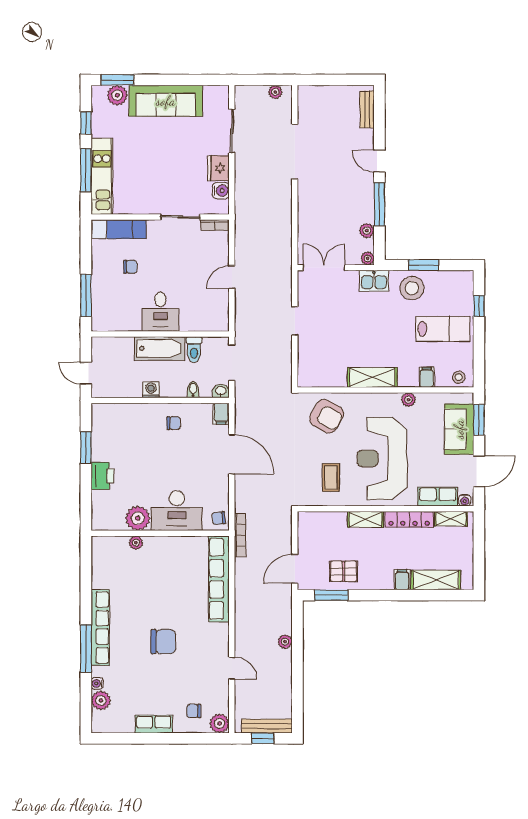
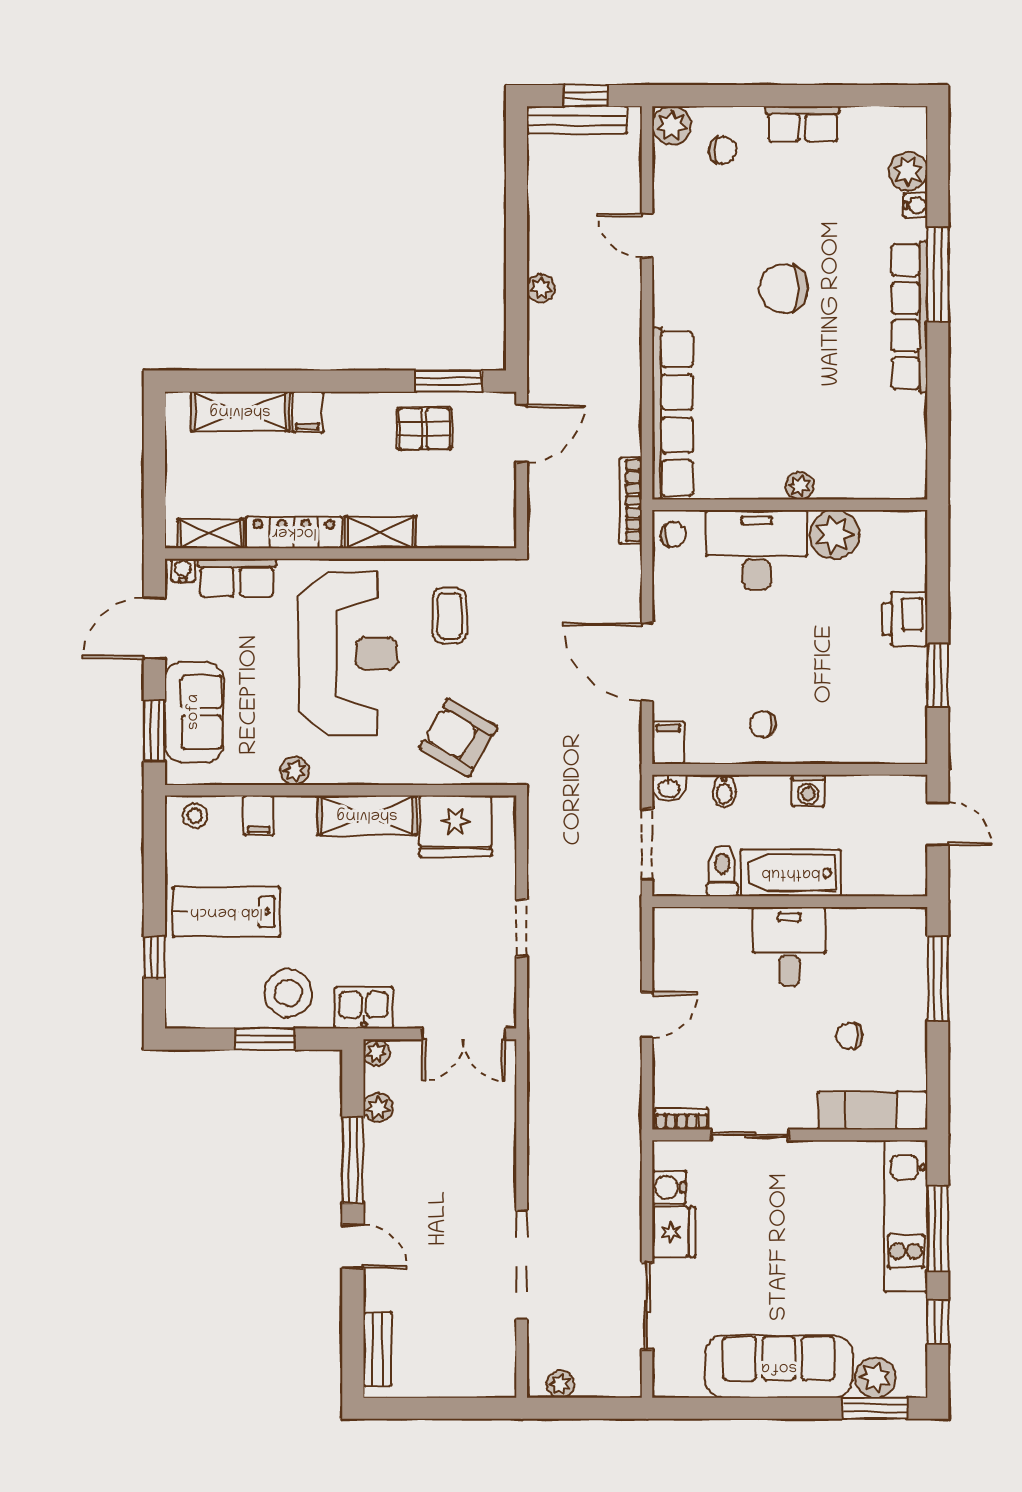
fridge: (328, 372) -> (455, 826), added
plant: (136, 543) -> (800, 486), moved

